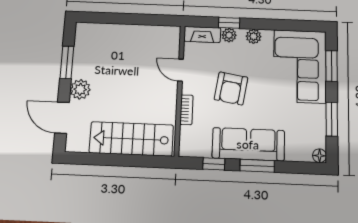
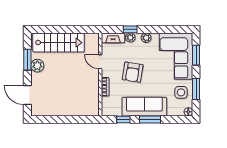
plant: (80, 89) -> (37, 66), moved
side table: (308, 124) -> (181, 92), added
stairs: (131, 139) -> (59, 43), moved, turned 180

